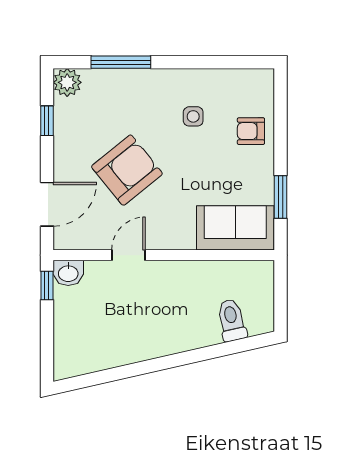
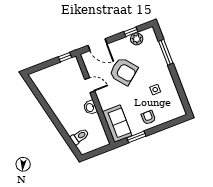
plant: (67, 82) -> (137, 39), moved
armchair: (251, 131) -> (148, 117), moved
washbasin: (68, 273) -> (90, 107), moved

